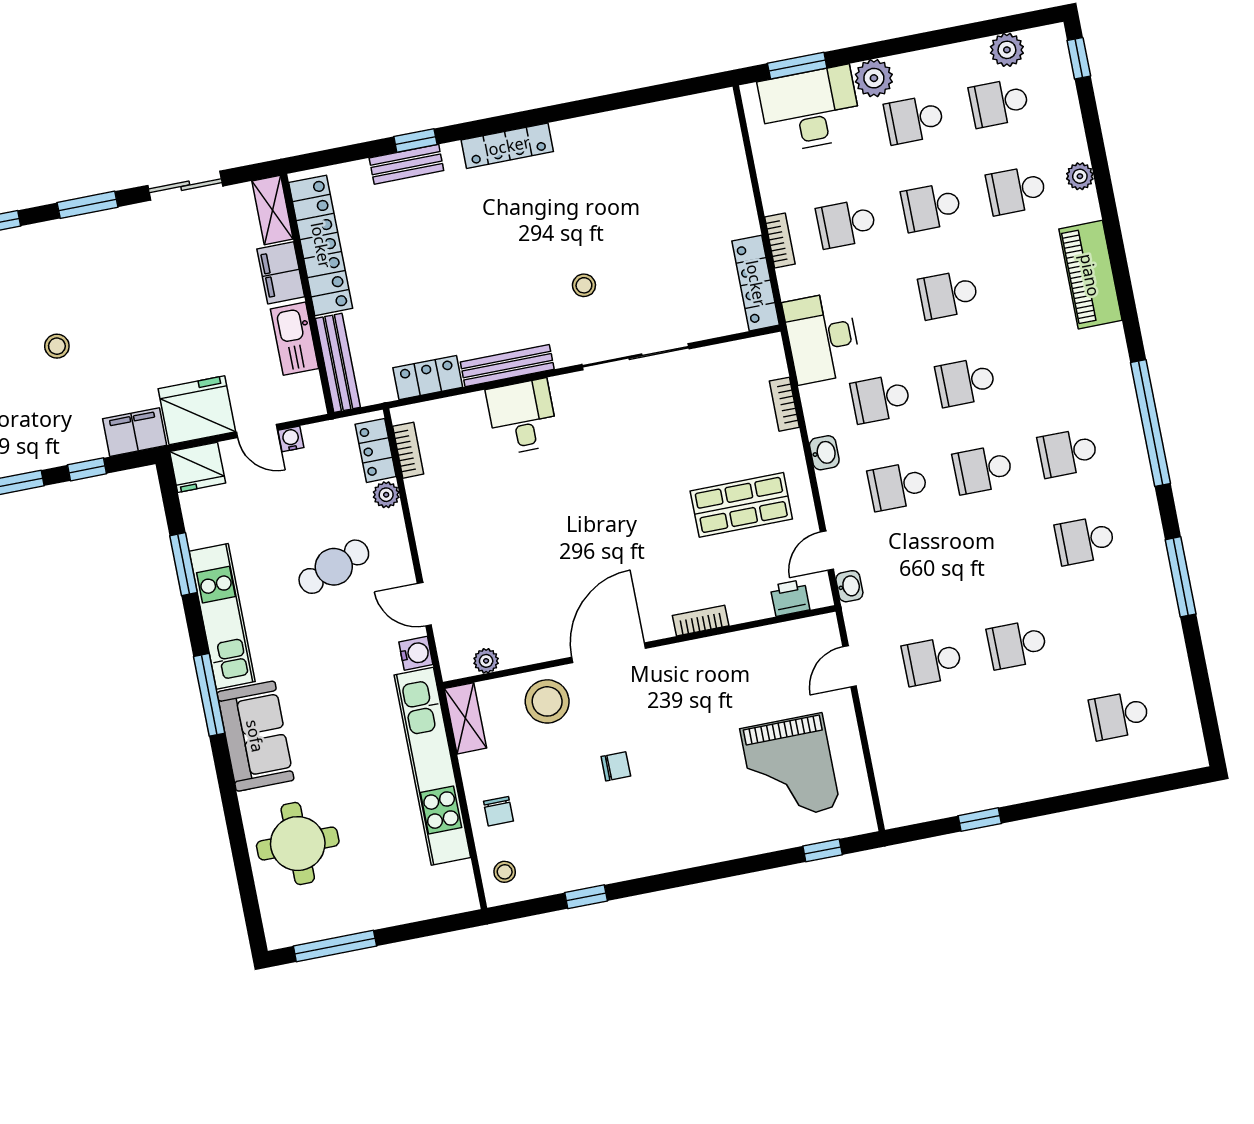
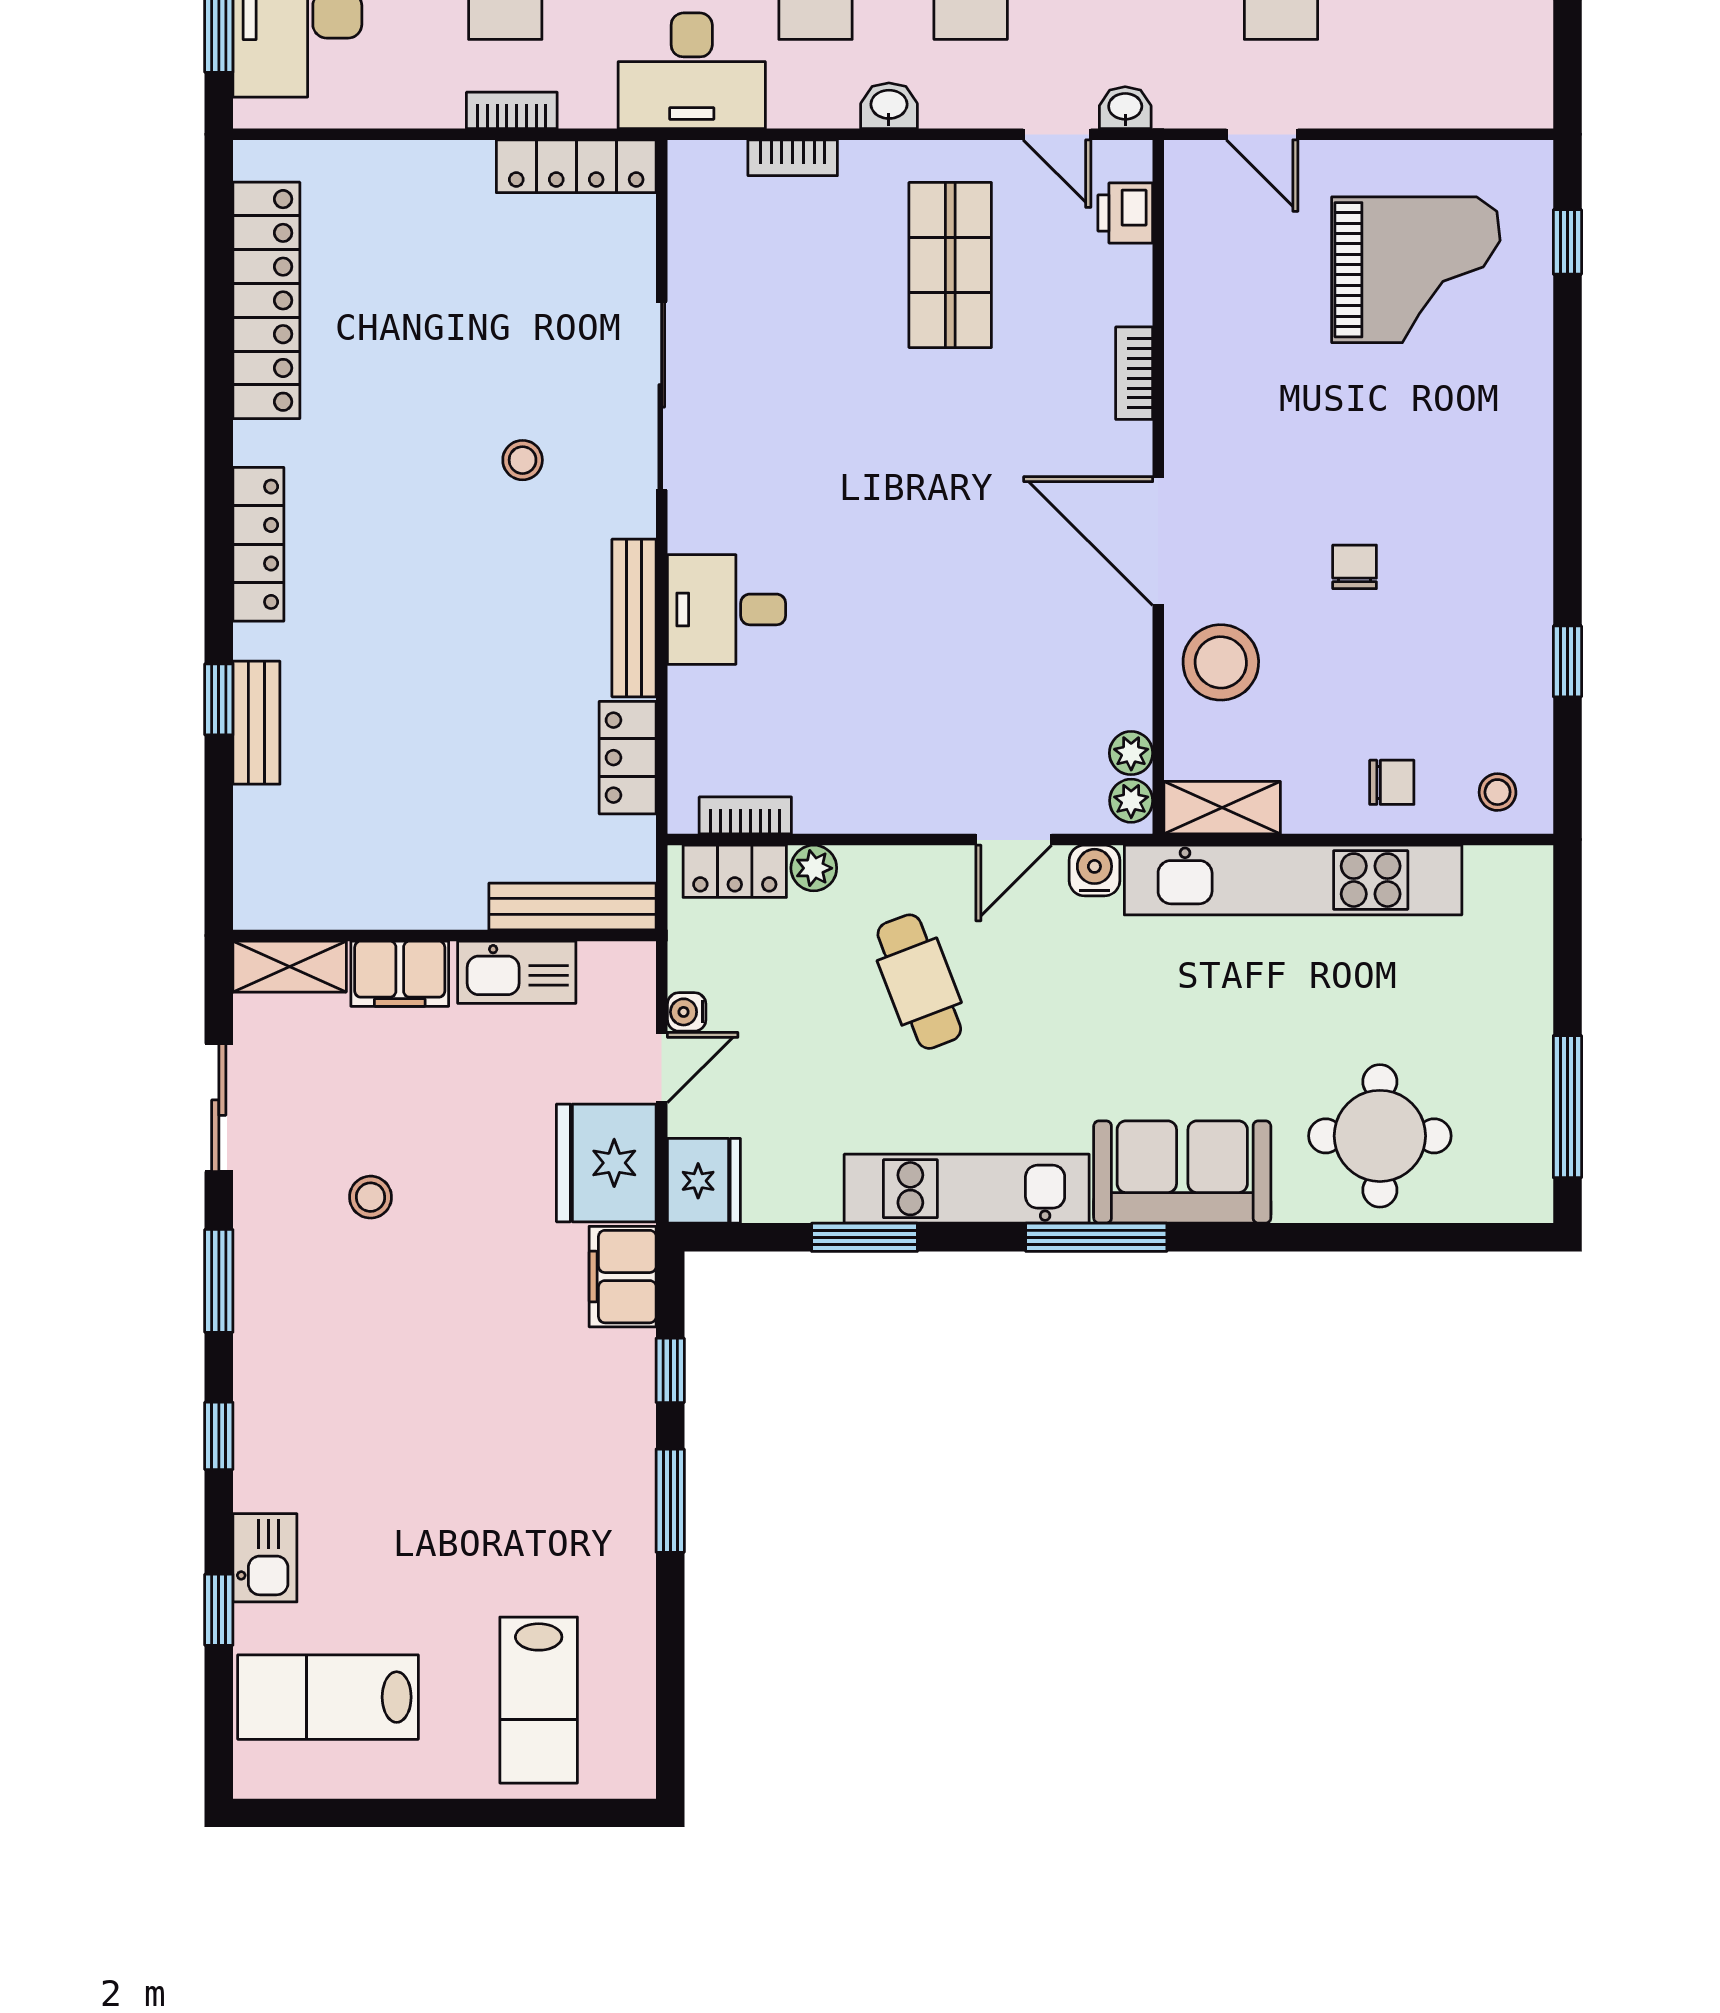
locker: (321, 245) -> (266, 300), moved, turned 90
stool: (57, 346) -> (371, 1197), moved
plant: (459, 666) -> (1131, 801), added

